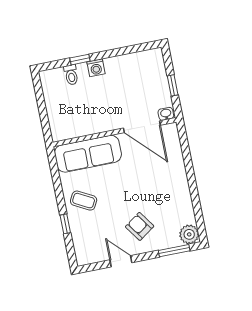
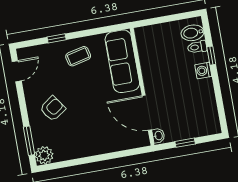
bidet: (56, 80) -> (192, 33), added
door: (142, 127) -> (147, 113), hinge flipped
coffee table: (84, 201) -> (78, 56), turned 49
door: (121, 261) -> (17, 71), moved

